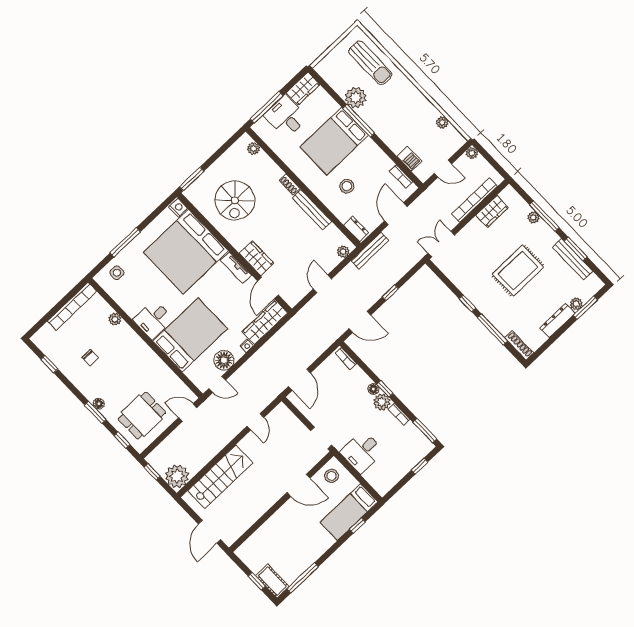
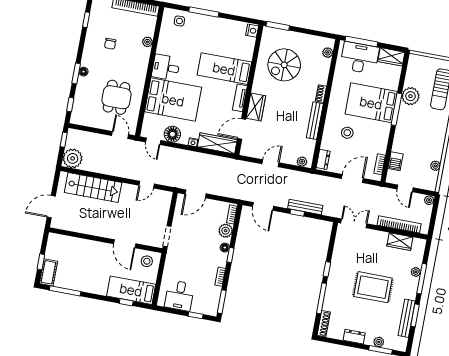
desk: (286, 117) -> (360, 58), width x1.37
bench: (370, 251) -> (305, 207), moved
bed: (186, 252) -> (224, 69), width x0.49
dresser: (557, 321) -> (354, 337), width x0.70
plant: (382, 402) -> (226, 231), moved
dining table: (142, 416) -> (116, 97), moved, turned 90
desk: (362, 452) -> (180, 296), moved, turned -90

